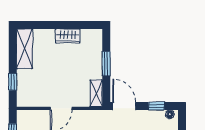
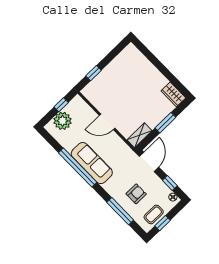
wardrobe: (68, 36) -> (173, 94), moved
shelving: (25, 49) -> (123, 60), removed

